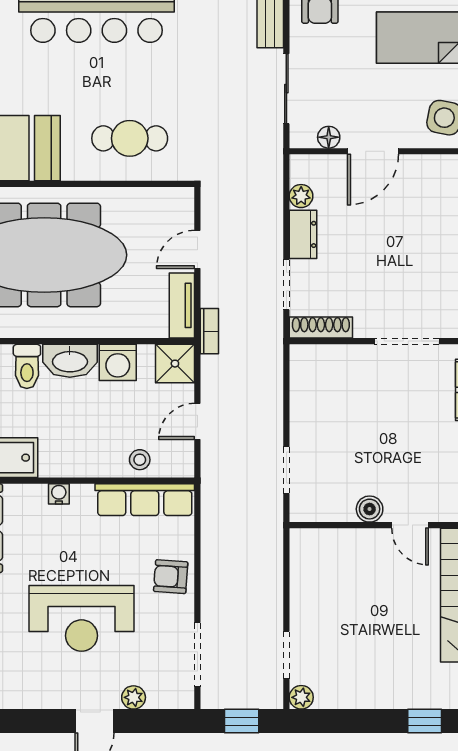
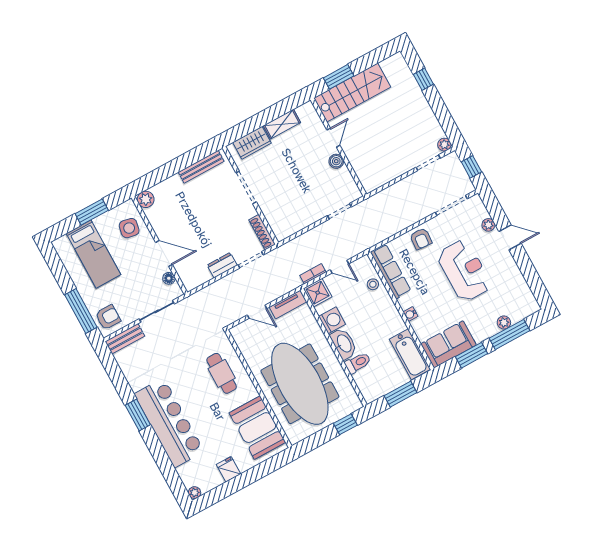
plant: (301, 196) -> (204, 276), removed
bookcase: (209, 331) -> (313, 274), moved

